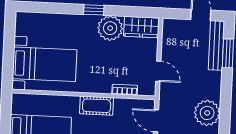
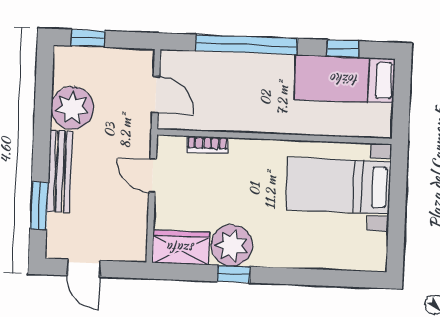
window: (94, 10) -> (234, 274), moved
bench: (216, 45) -> (60, 171), moved
cot: (97, 106) -> (253, 118), removed

